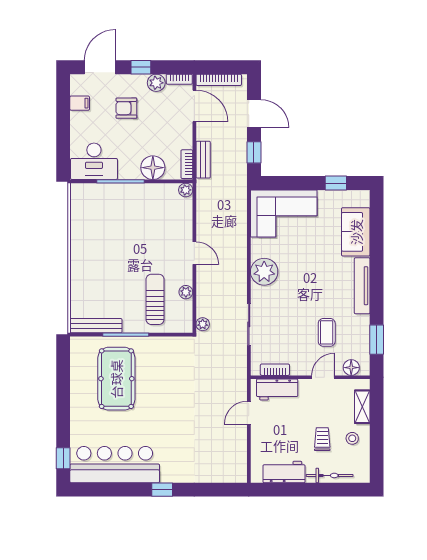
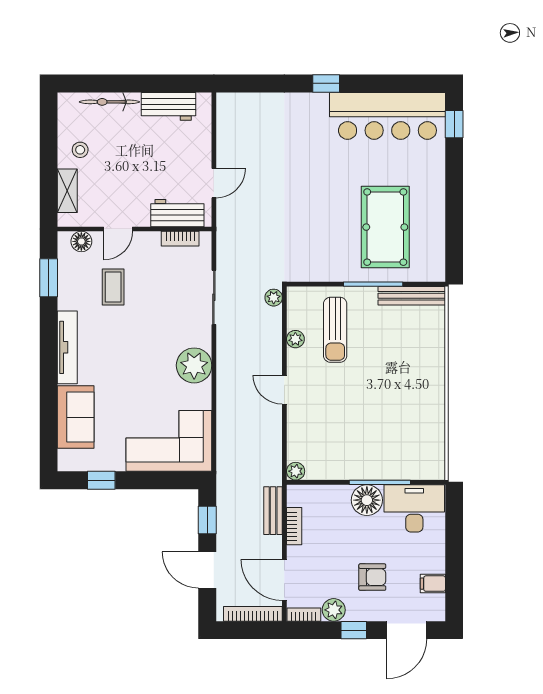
bookcase: (187, 164) -> (294, 526), moved
floor lamp: (153, 168) -> (367, 500), moved
trolley: (322, 439) -> (119, 149), removed

